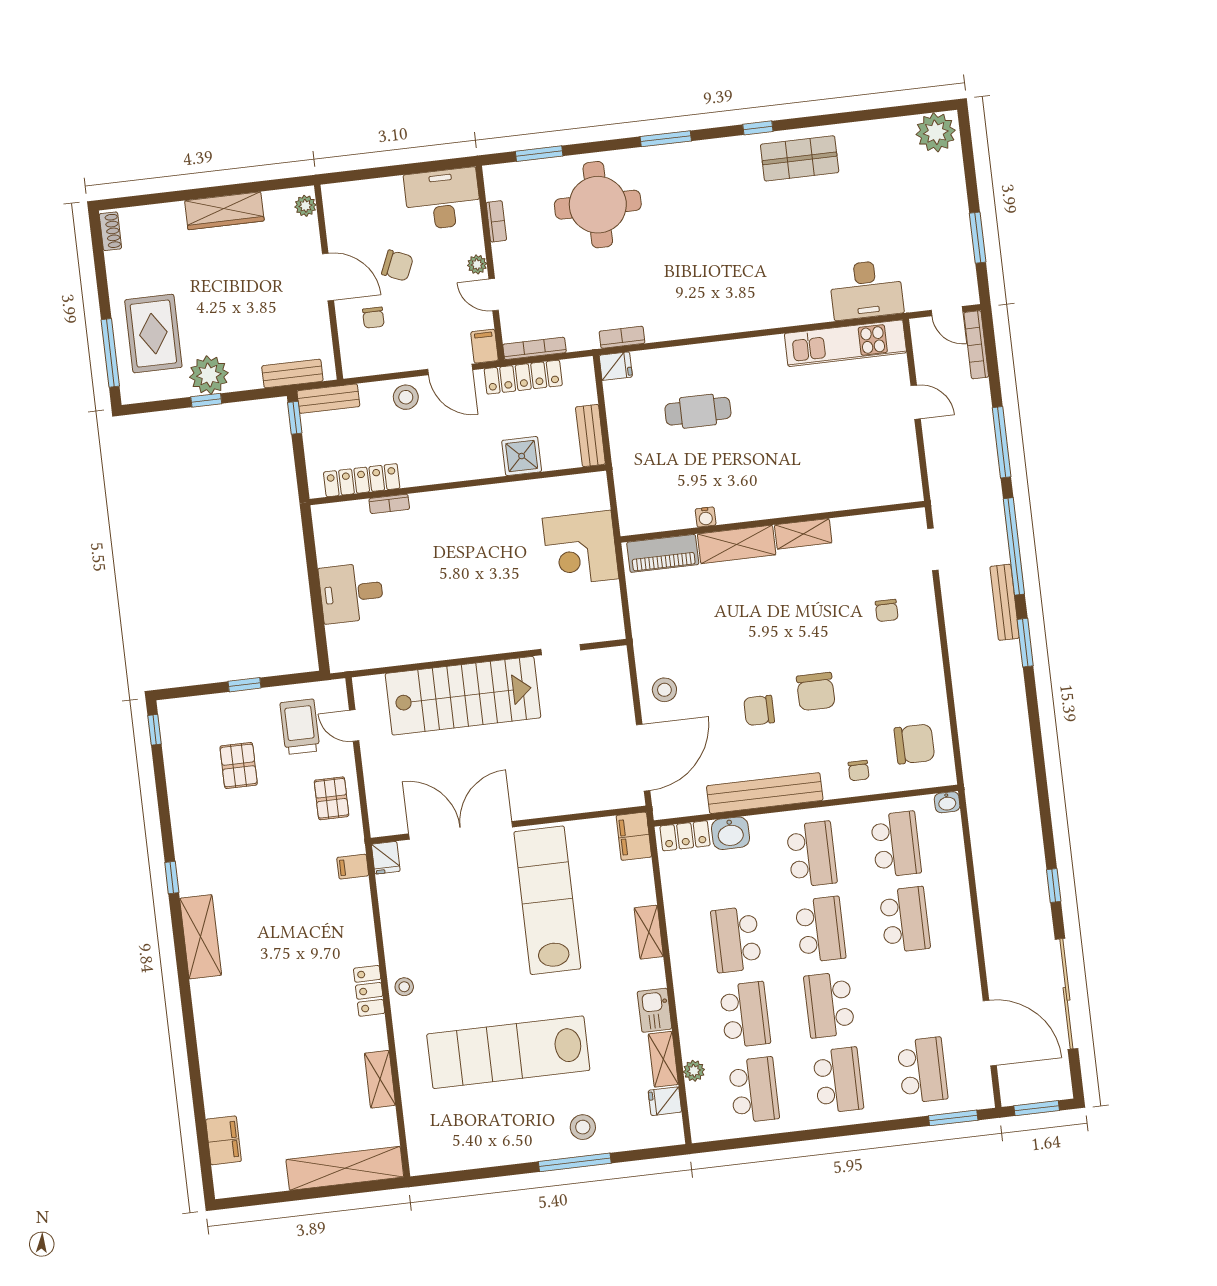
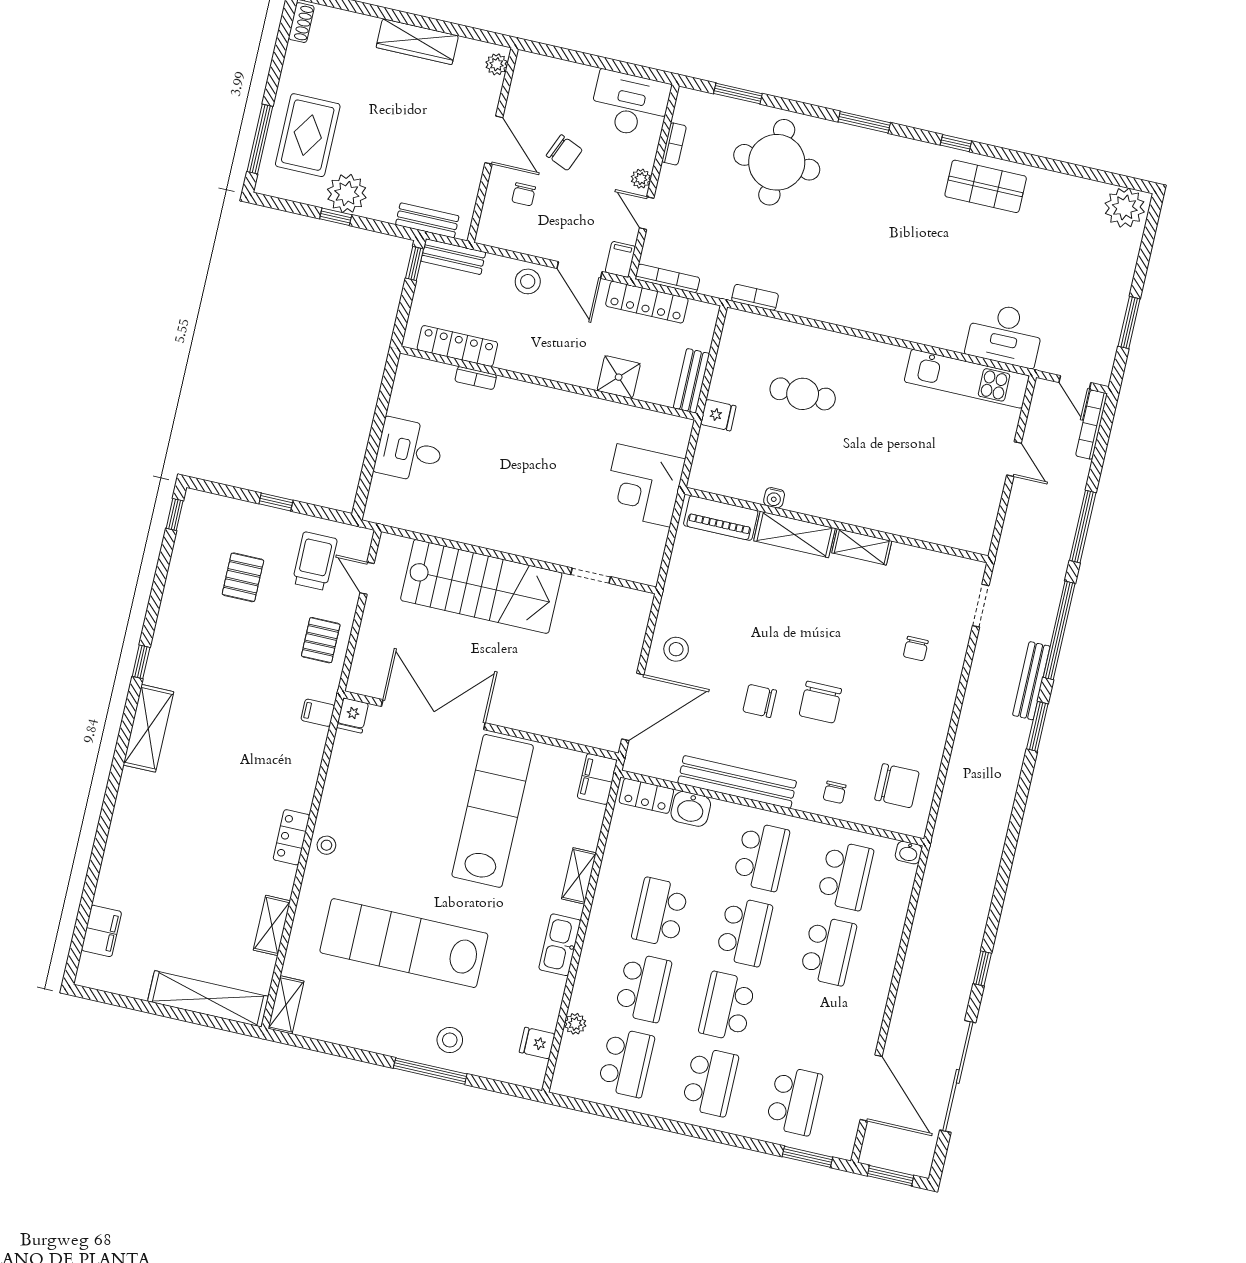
fridge: (616, 366) -> (718, 415), moved
kitchen sink: (655, 1010) -> (560, 945), width x1.38
shelving: (663, 1059) -> (286, 1005), moved

